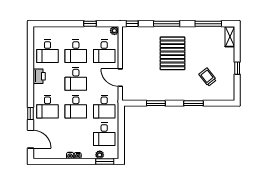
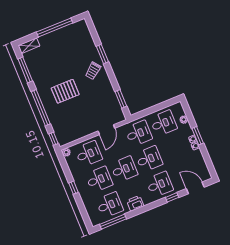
window: (90, 24) -> (74, 188), moved
window: (167, 24) -> (41, 108), width x1.46
window: (30, 48) -> (113, 222), added
pallet: (173, 53) -> (65, 91), width x0.73, depth x0.71
window: (237, 68) -> (55, 28), width x3.17
trolley: (208, 77) -> (93, 71), moved
window: (156, 103) -> (121, 99), moved
door: (30, 139) -> (195, 188), hinge flipped
window: (105, 162) -> (198, 136), moved

